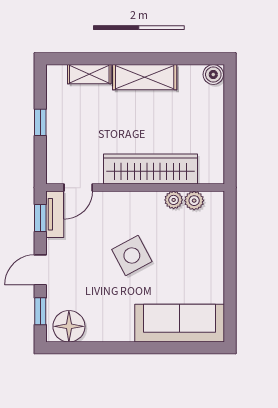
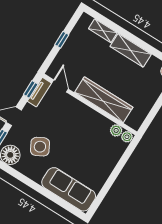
door: (78, 188) -> (60, 86), swing flipped
plant: (174, 200) -> (127, 137), moved
side table: (132, 255) -> (40, 147), moved

